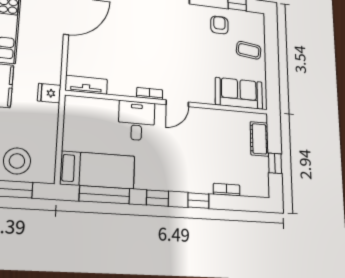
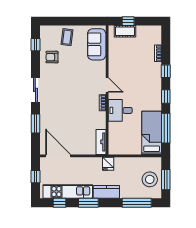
window: (275, 163) -> (128, 21), moved

